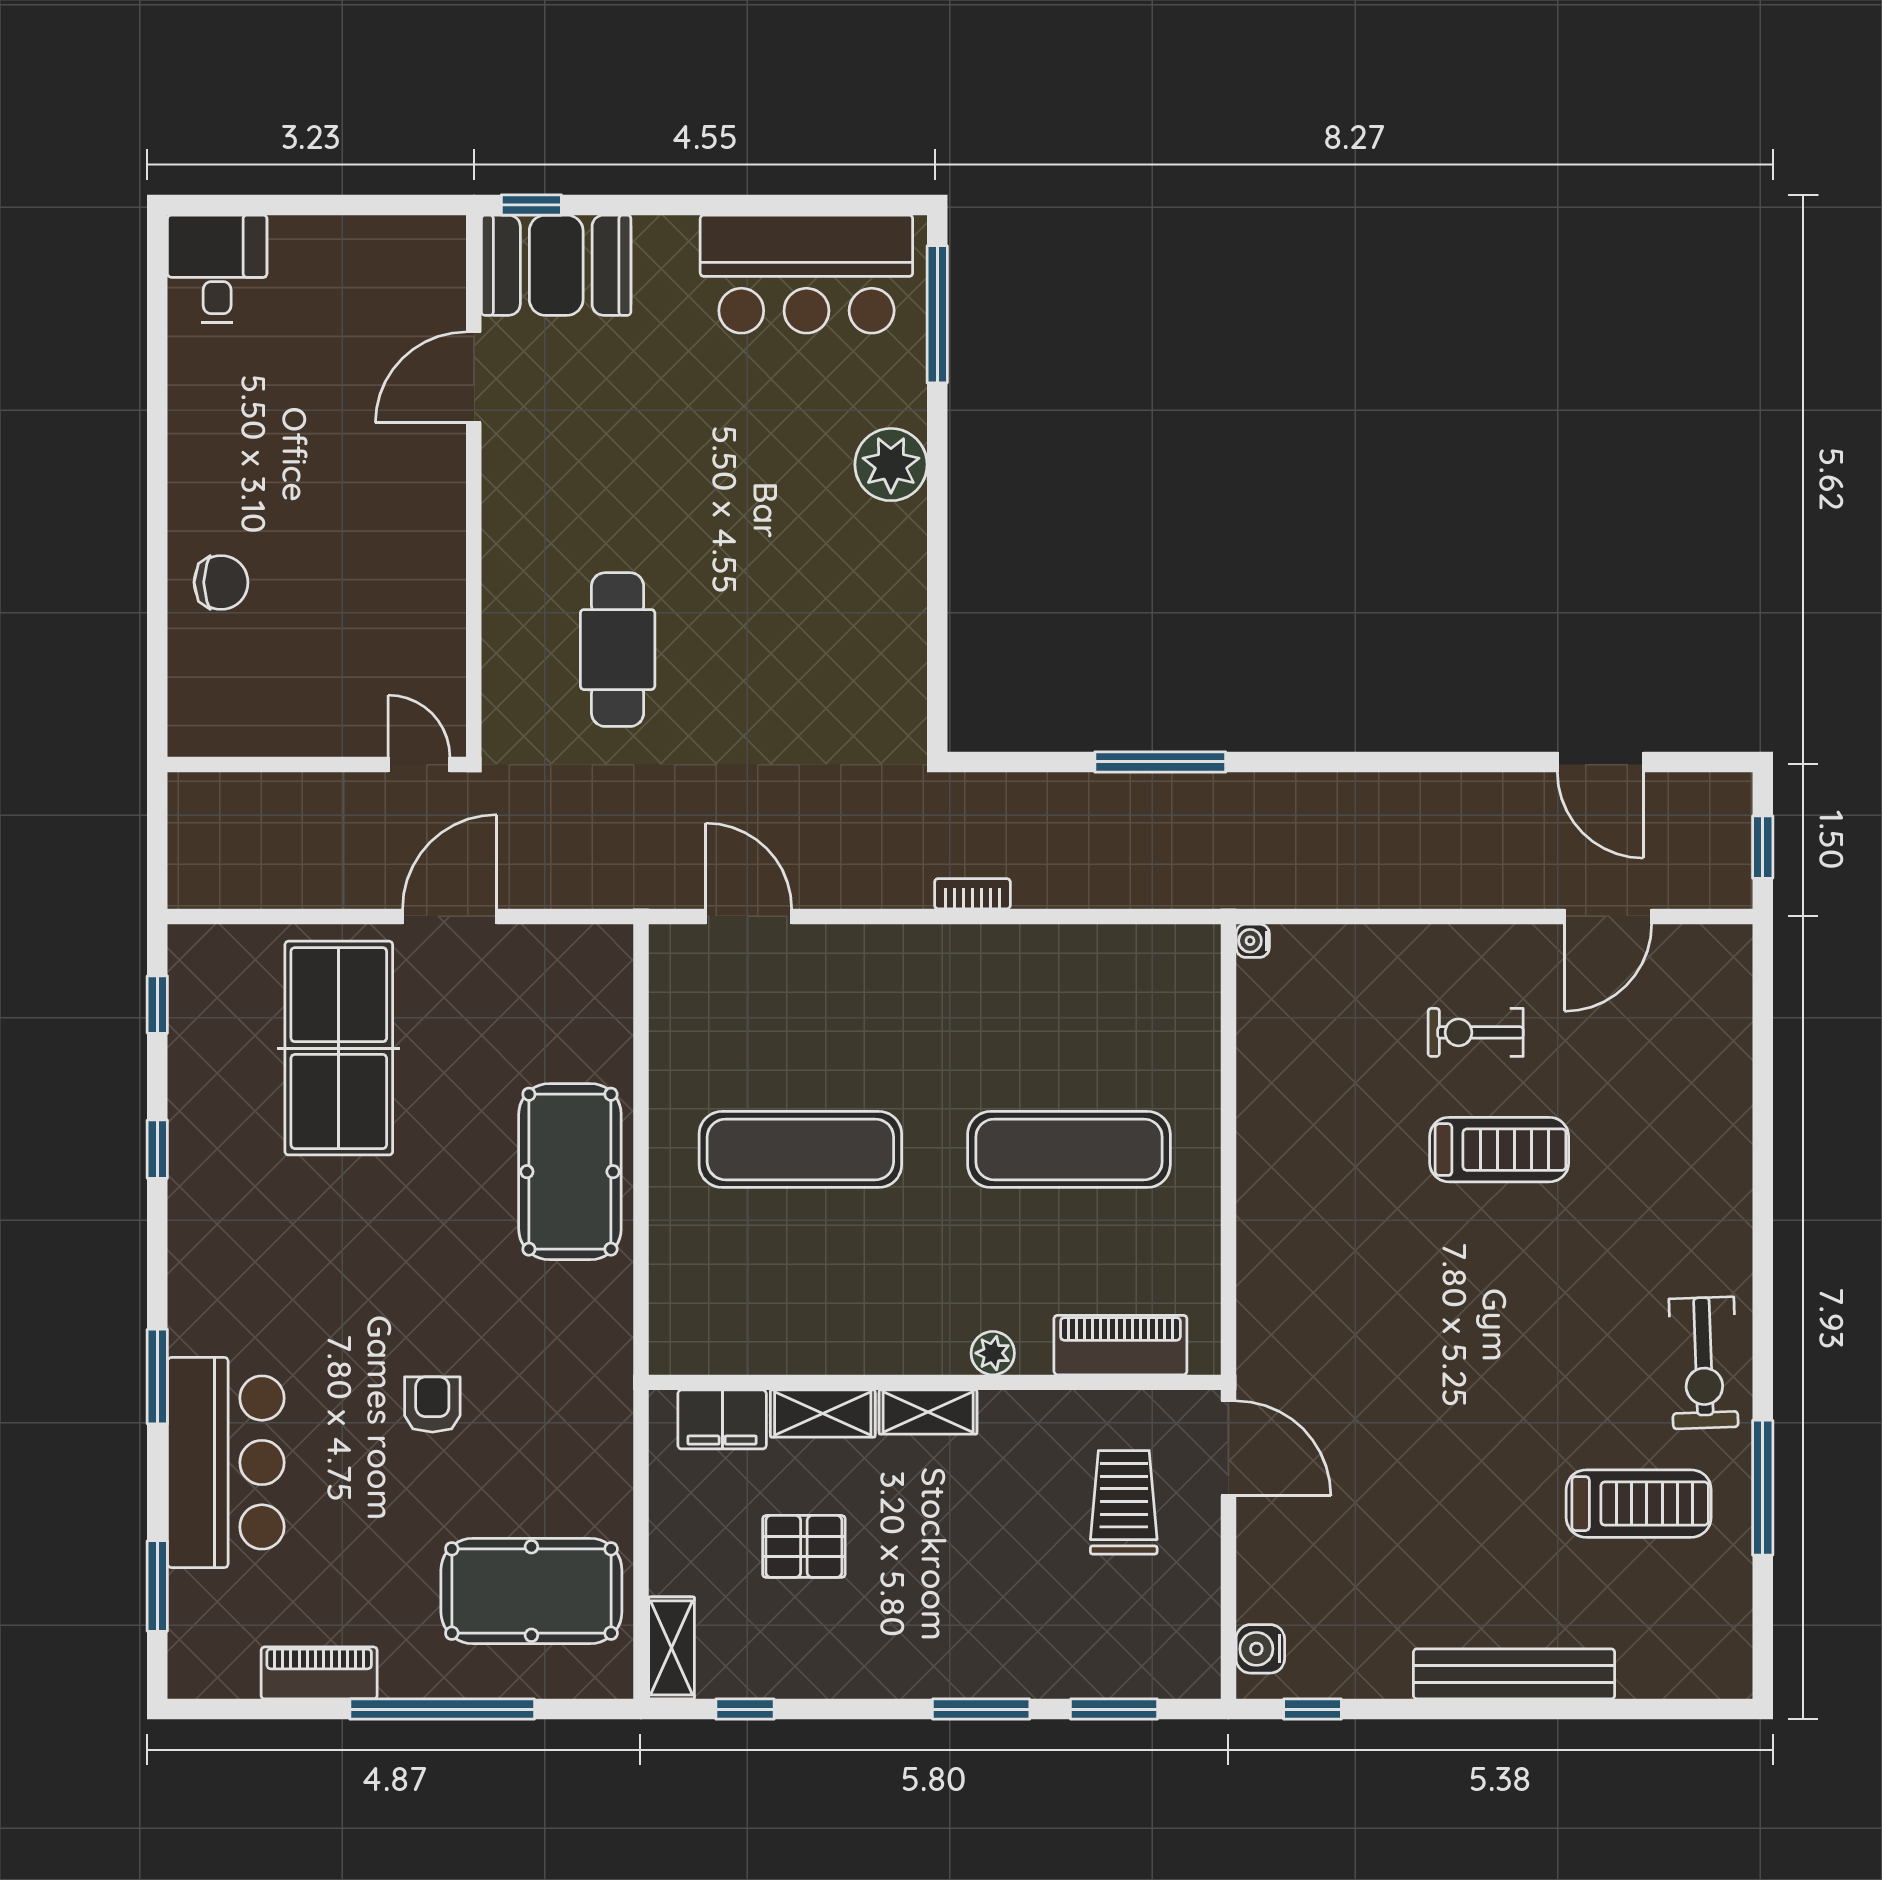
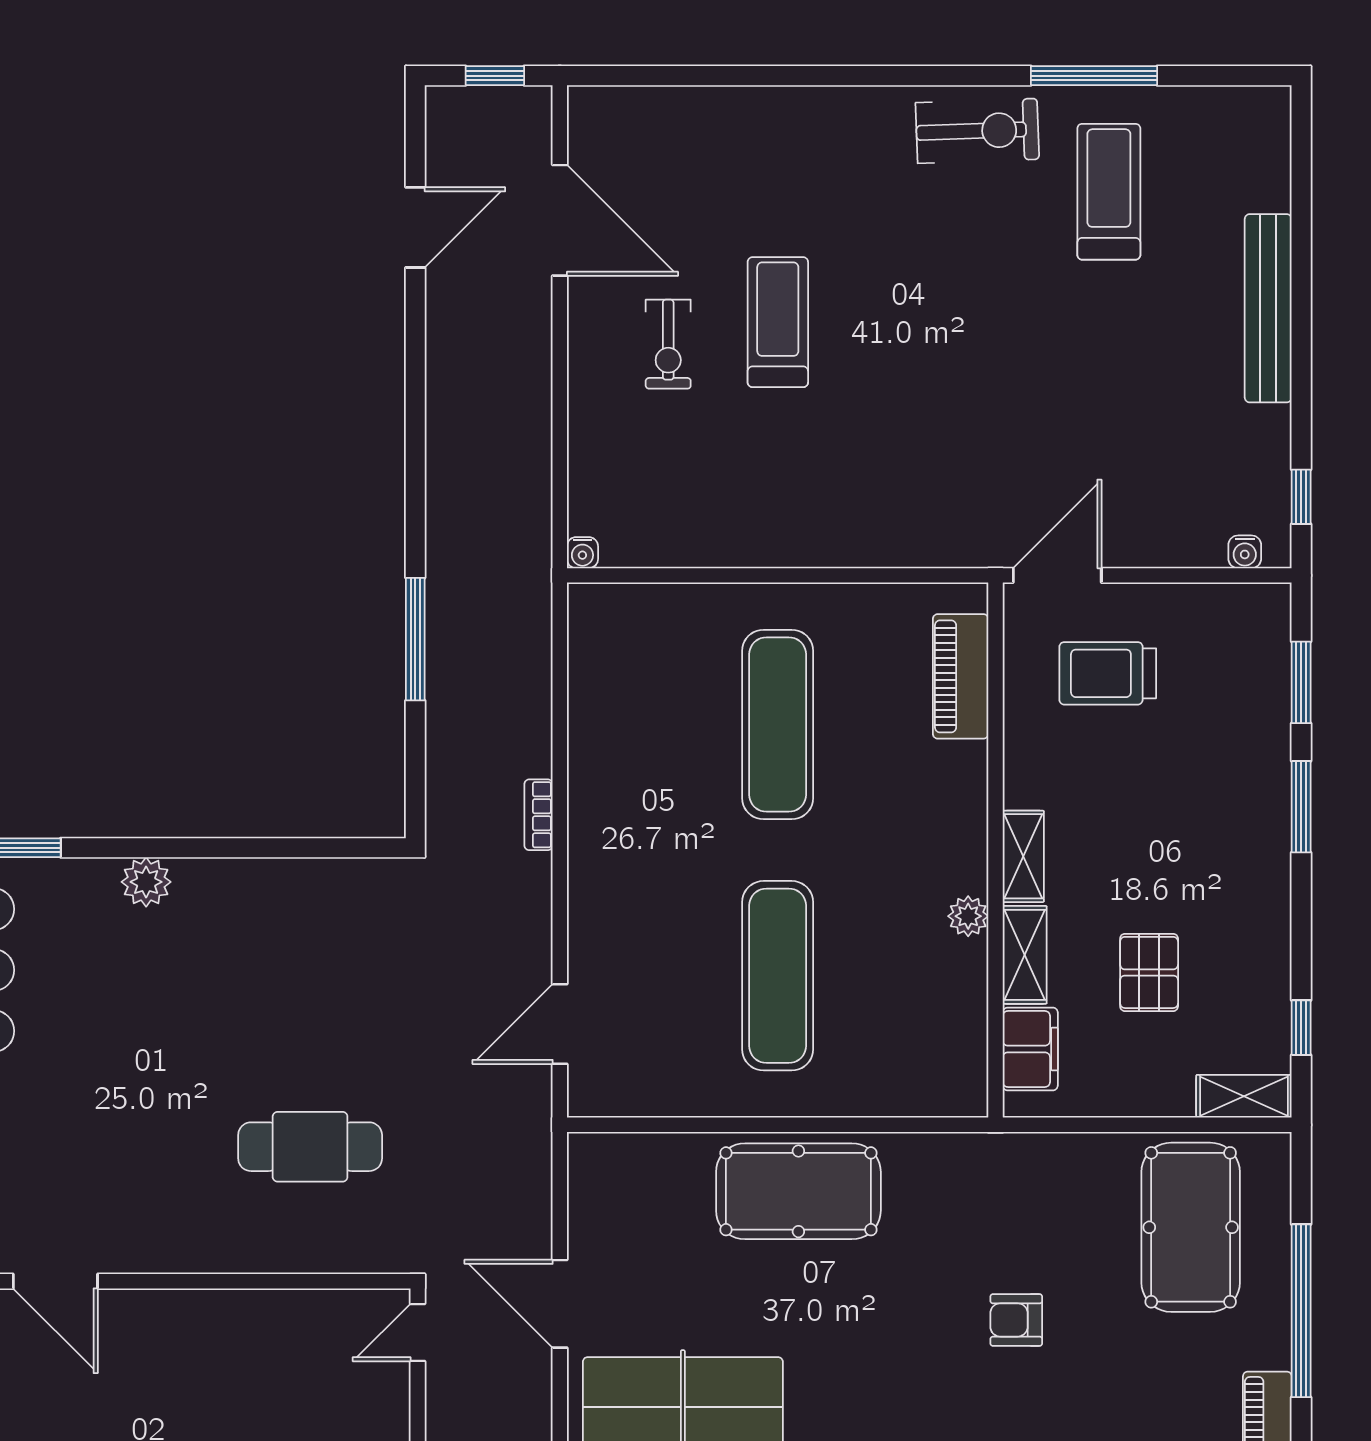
plant: (891, 465) -> (146, 882), width x0.73, depth x0.73
door: (1608, 916) -> (560, 220), width x1.36
plant: (993, 1353) -> (968, 916), moved
water cooler: (1260, 1649) -> (1245, 552), width x0.72, depth x0.72

